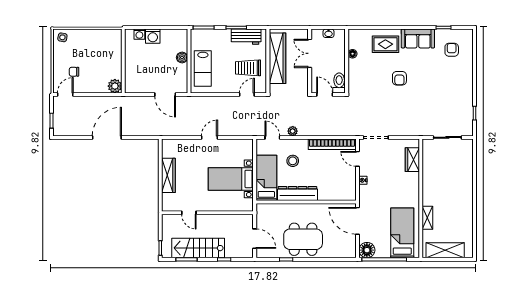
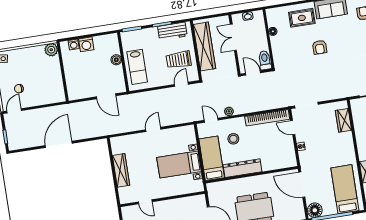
plant: (115, 86) -> (51, 50), moved

